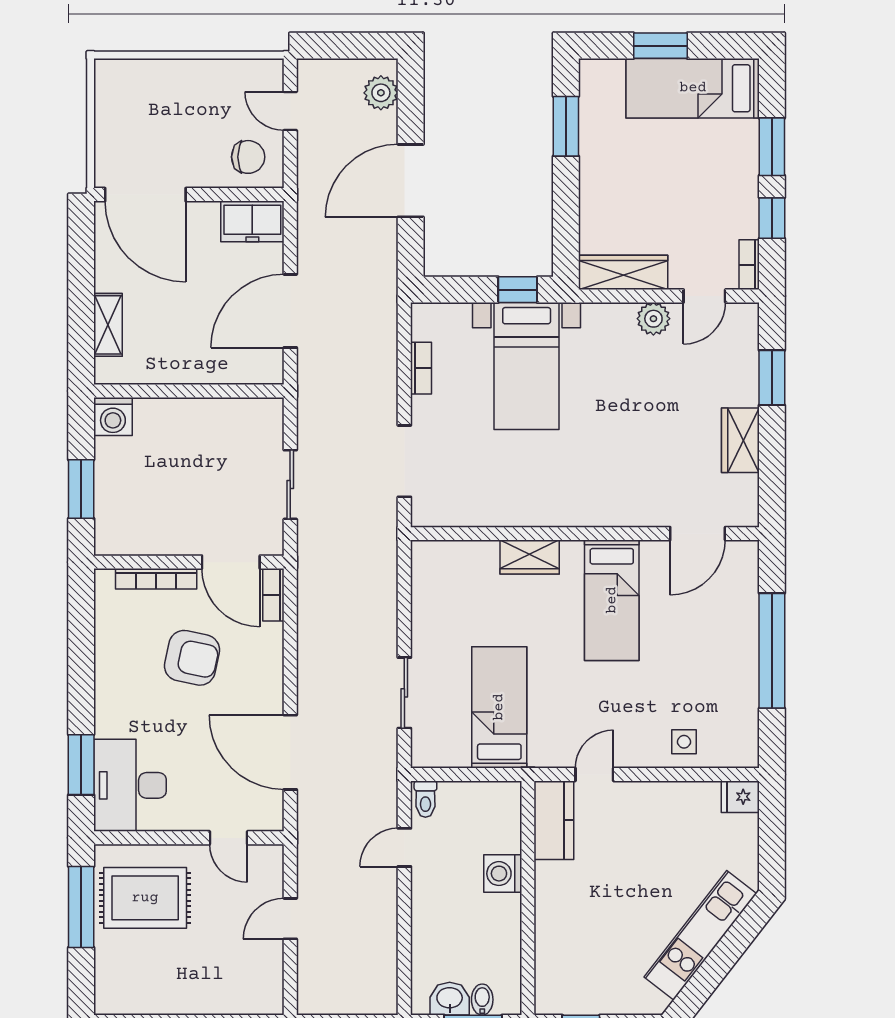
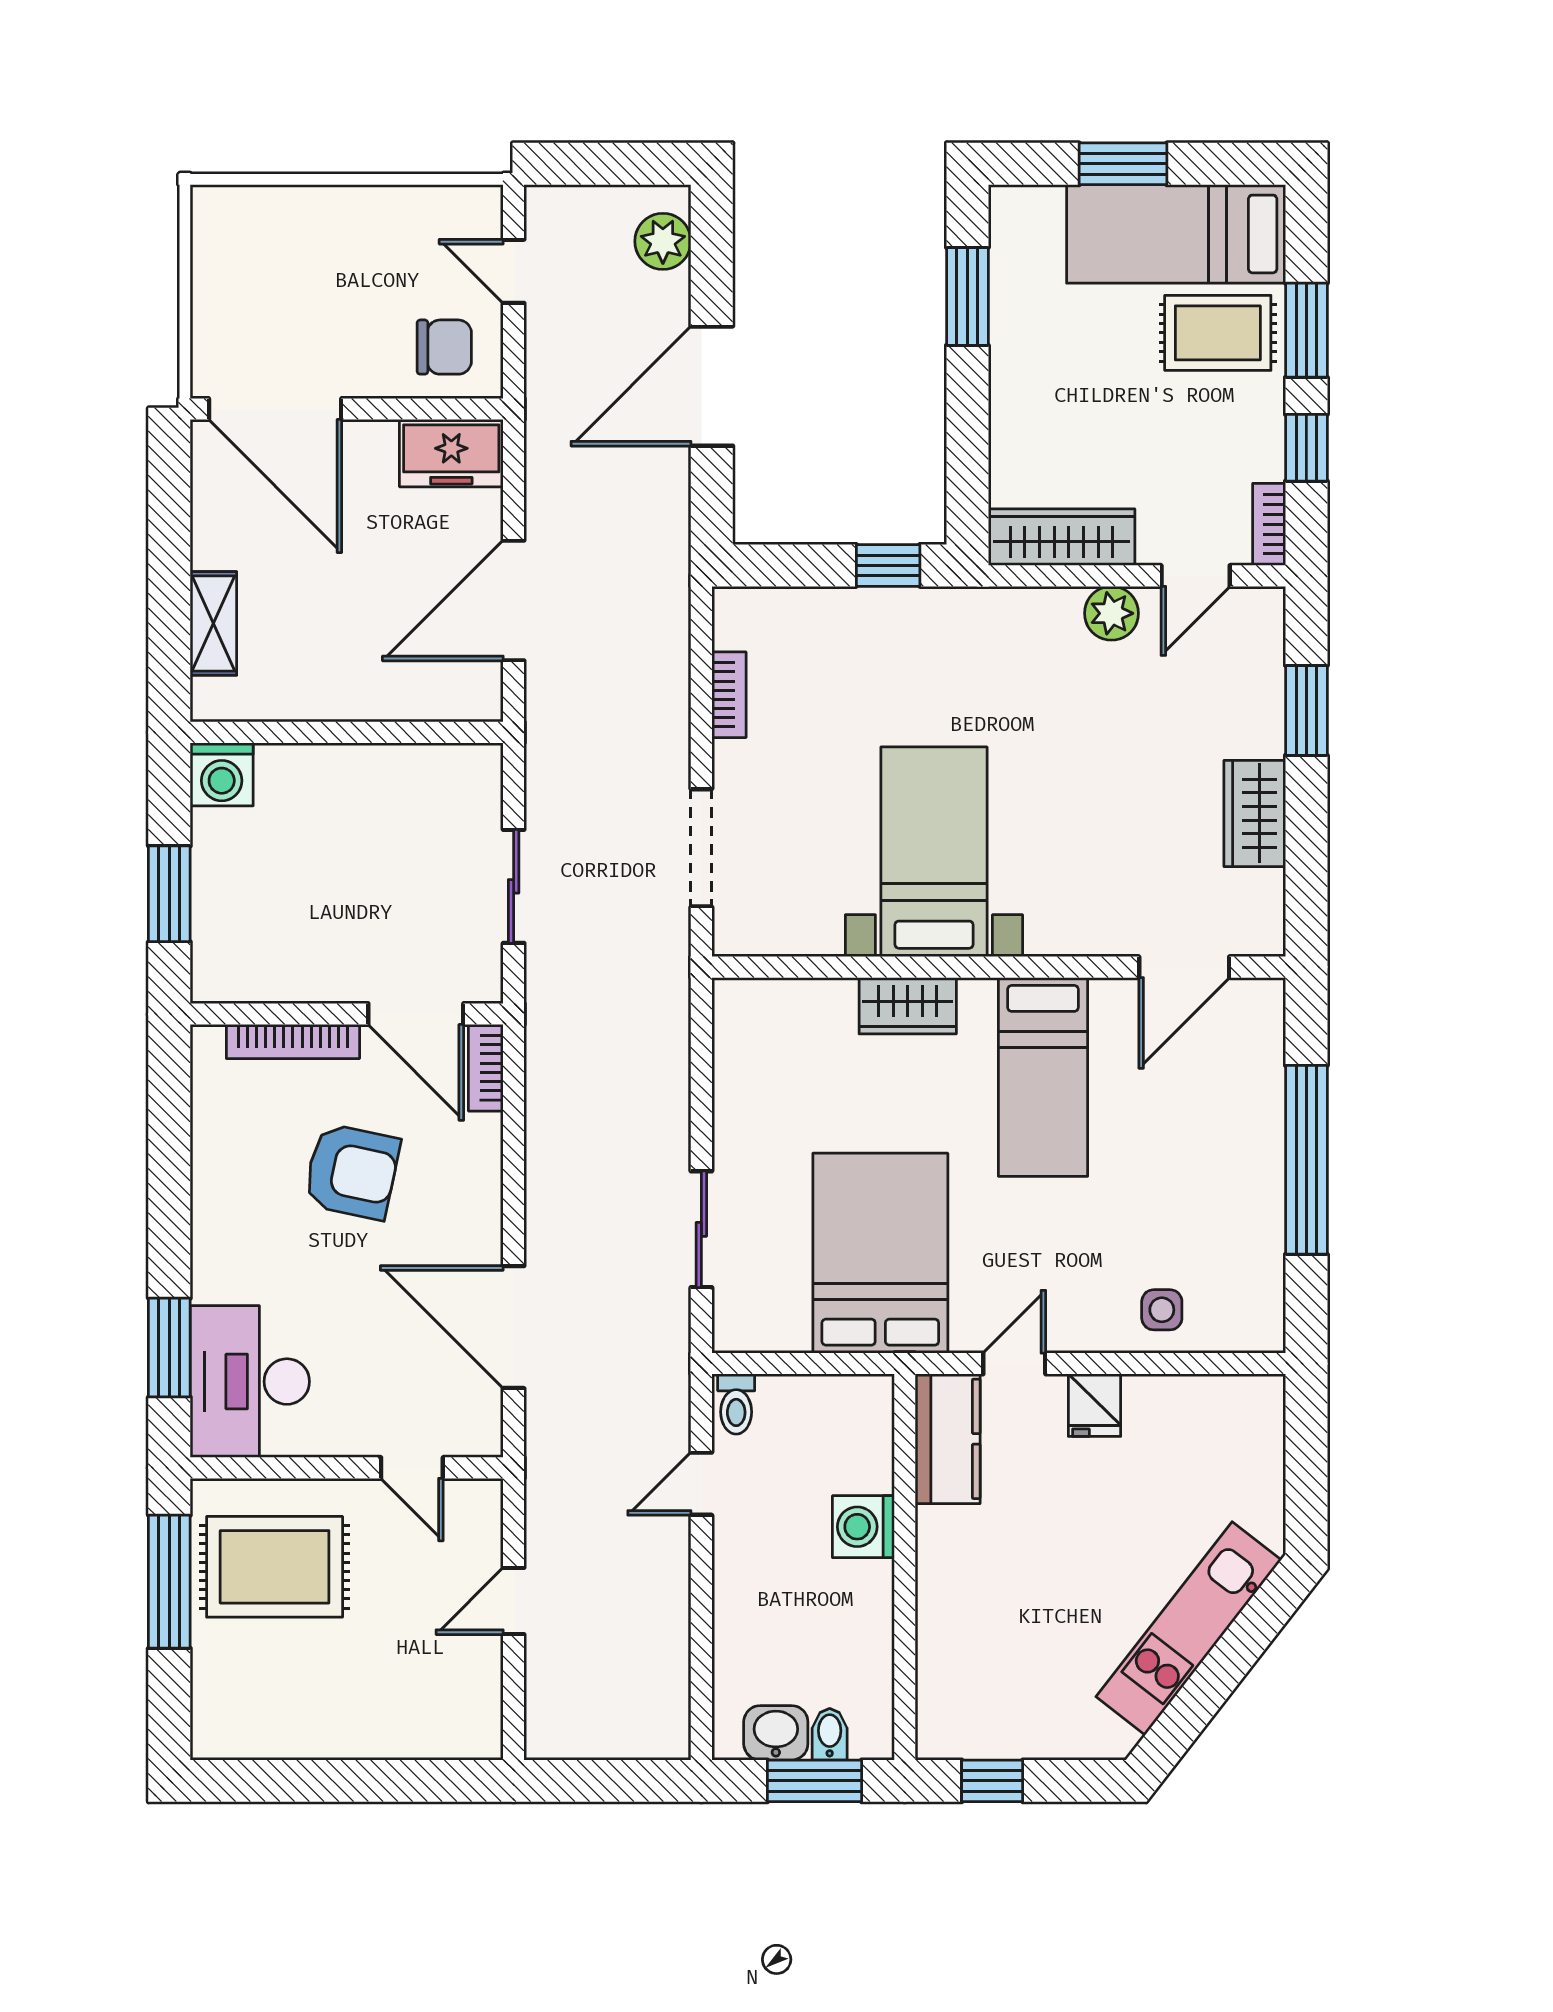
rug: (718, 148) -> (1218, 333), added
bed with nightstands: (527, 366) -> (934, 852), moved, turned 180
bed: (499, 707) -> (880, 1253), width x1.50
fridge: (740, 797) -> (1095, 1405), moved, turned -90

